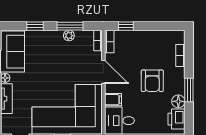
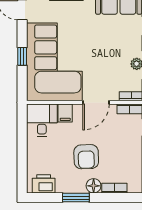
armchair: (152, 81) -> (86, 157), turned -92
floor lamp: (178, 101) -> (94, 186), moved

